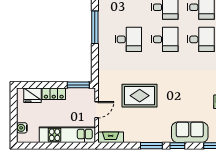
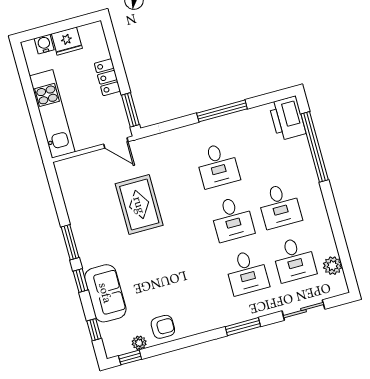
fridge: (33, 95) -> (67, 41), moved, turned -90
door: (97, 110) -> (116, 143), moved
fireplace: (111, 137) -> (66, 179), removed

